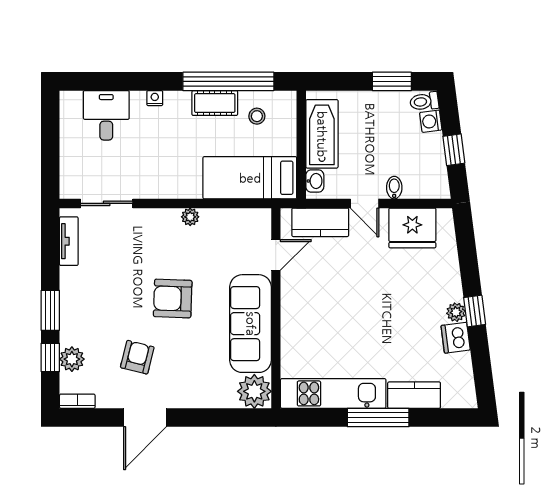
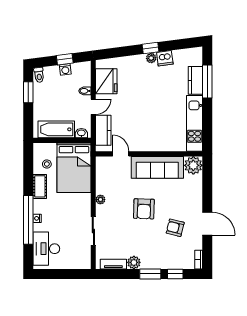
window: (228, 81) -> (28, 220), moved
desk: (106, 115) -> (46, 249), width x1.37
washing machine: (431, 121) -> (65, 69), moved
bed: (250, 178) -> (74, 168), width x1.50
sliding door: (107, 203) -> (93, 231), moved
plant: (72, 359) -> (134, 262), moved
window: (378, 418) -> (207, 81), moved

